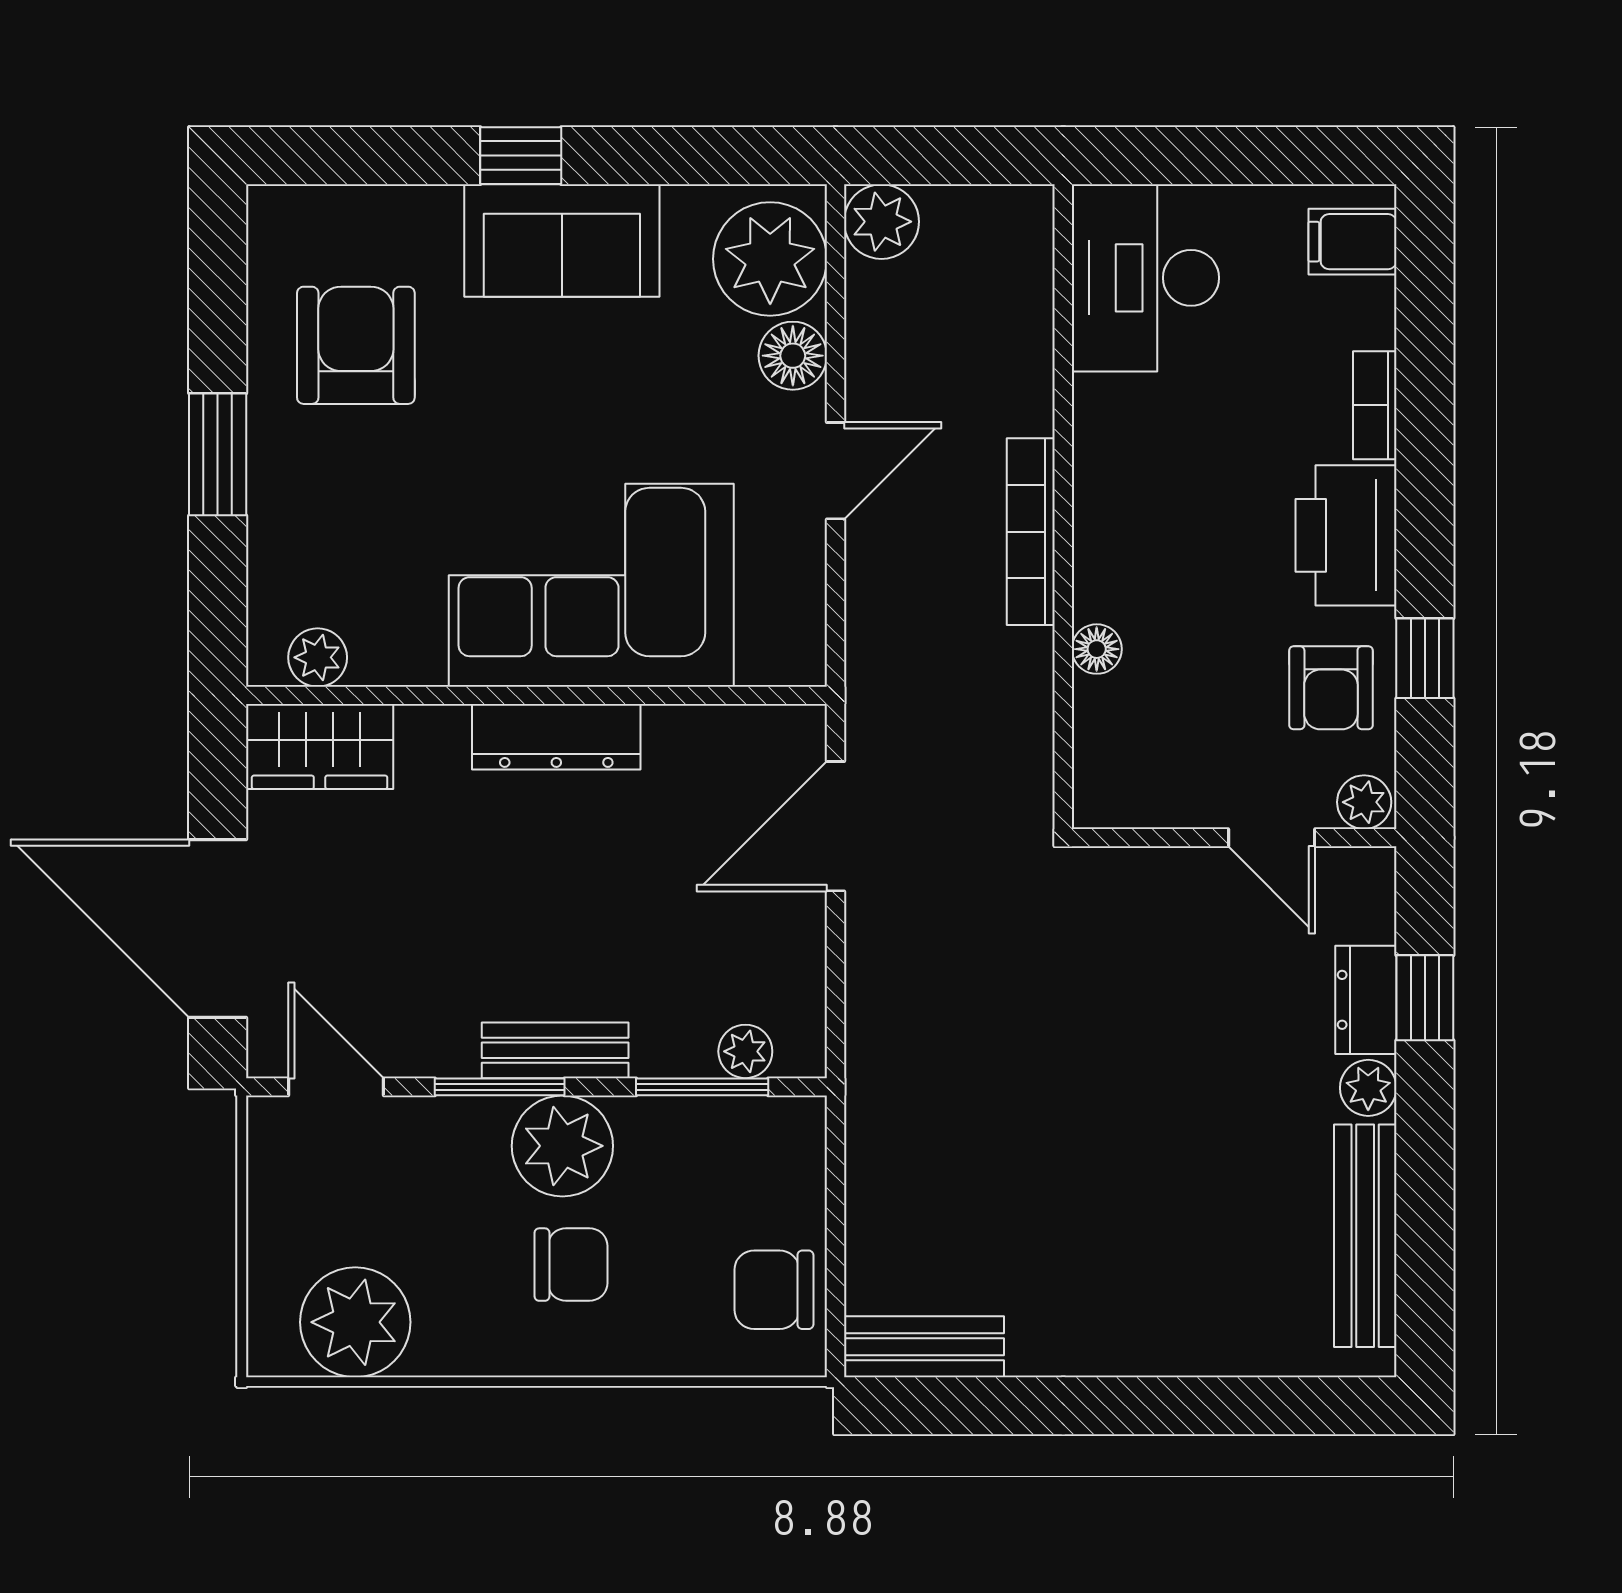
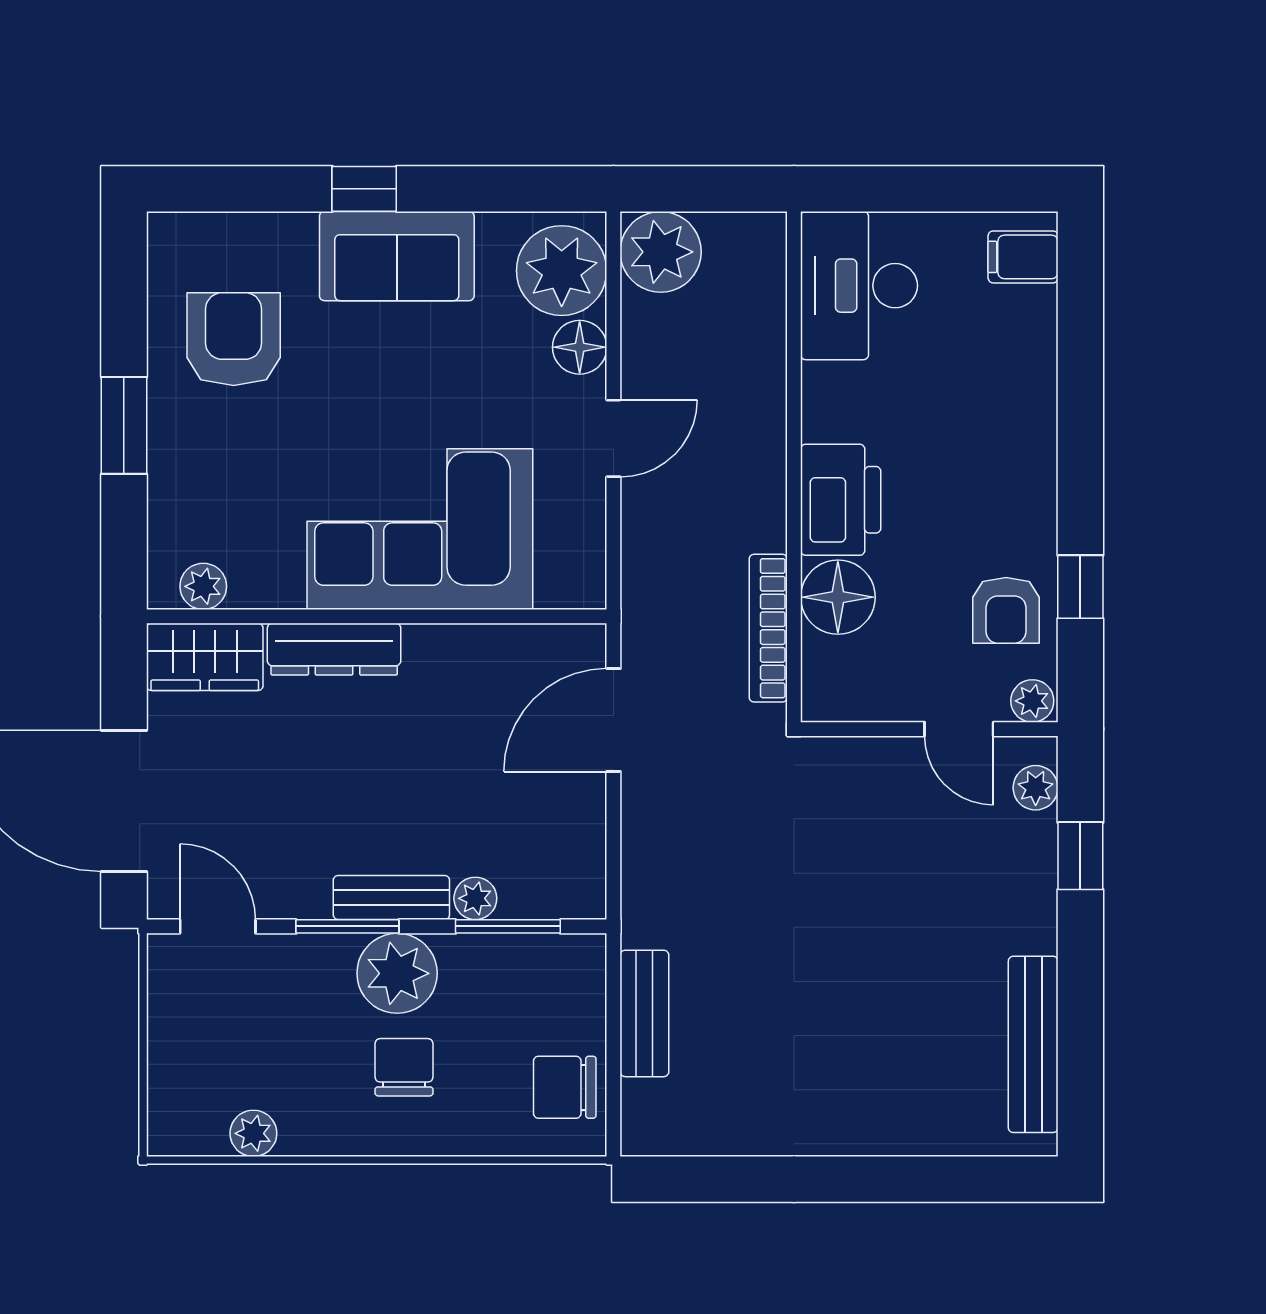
plant: (881, 222) -> (661, 252), width x1.36, depth x1.36
bookcase: (1375, 405) -> (1041, 387), removed
bookcase: (1031, 532) -> (768, 628), moved
printer: (1346, 535) -> (841, 500), moved, turned 180
floor lamp: (1097, 649) -> (838, 597), width x1.89, depth x1.89
dresser: (556, 737) -> (334, 649), moved
dresser: (1366, 1000) -> (1034, 858), removed
plant: (745, 1051) -> (475, 898), moved
plant: (1368, 1088) -> (1036, 788), moved
chair: (571, 1265) -> (404, 1067), turned -90
plant: (355, 1322) -> (253, 1133), width x0.53, depth x0.53
bench: (924, 1347) -> (644, 1013), moved, turned 90

